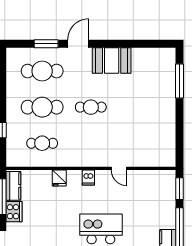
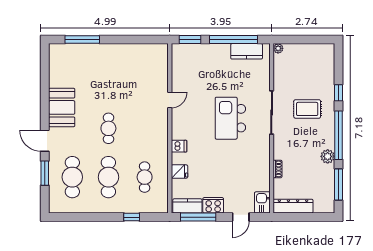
fridge: (59, 178) -> (179, 172), moved
dishwasher: (88, 178) -> (179, 146), moved

